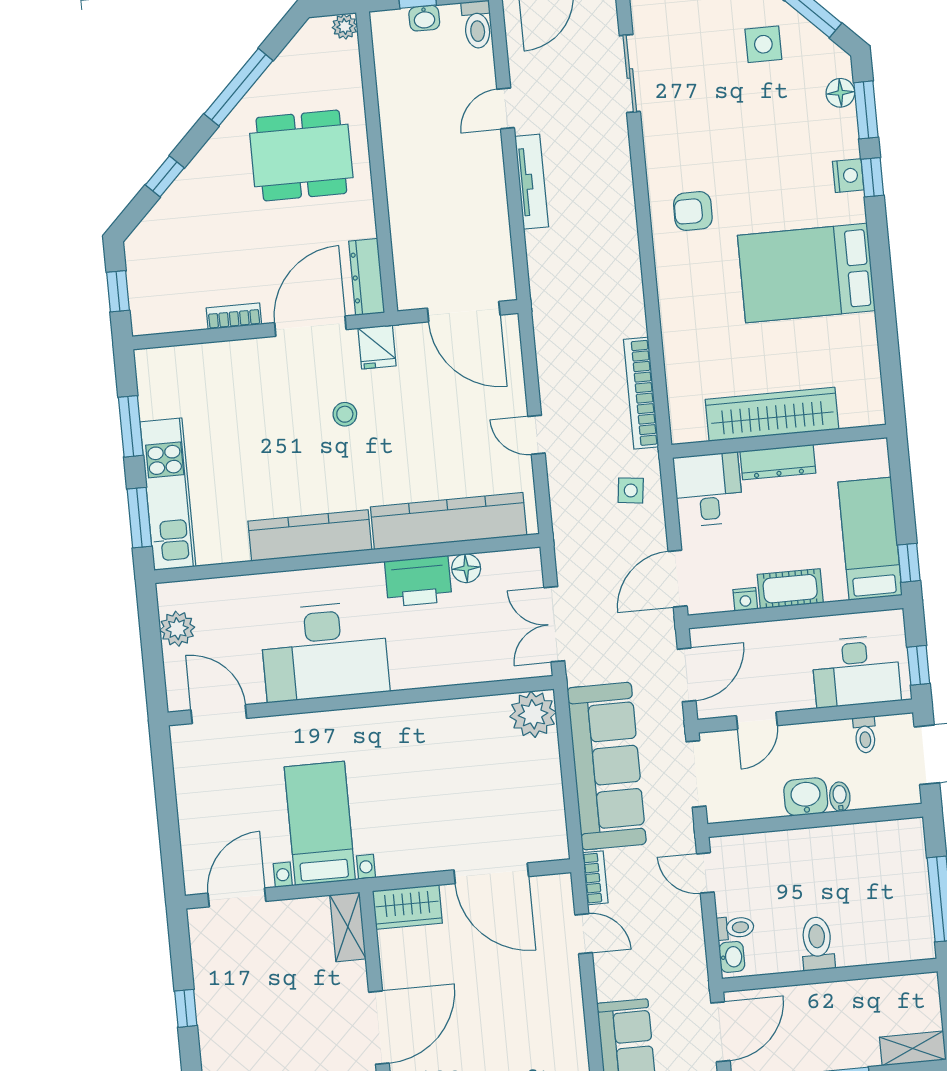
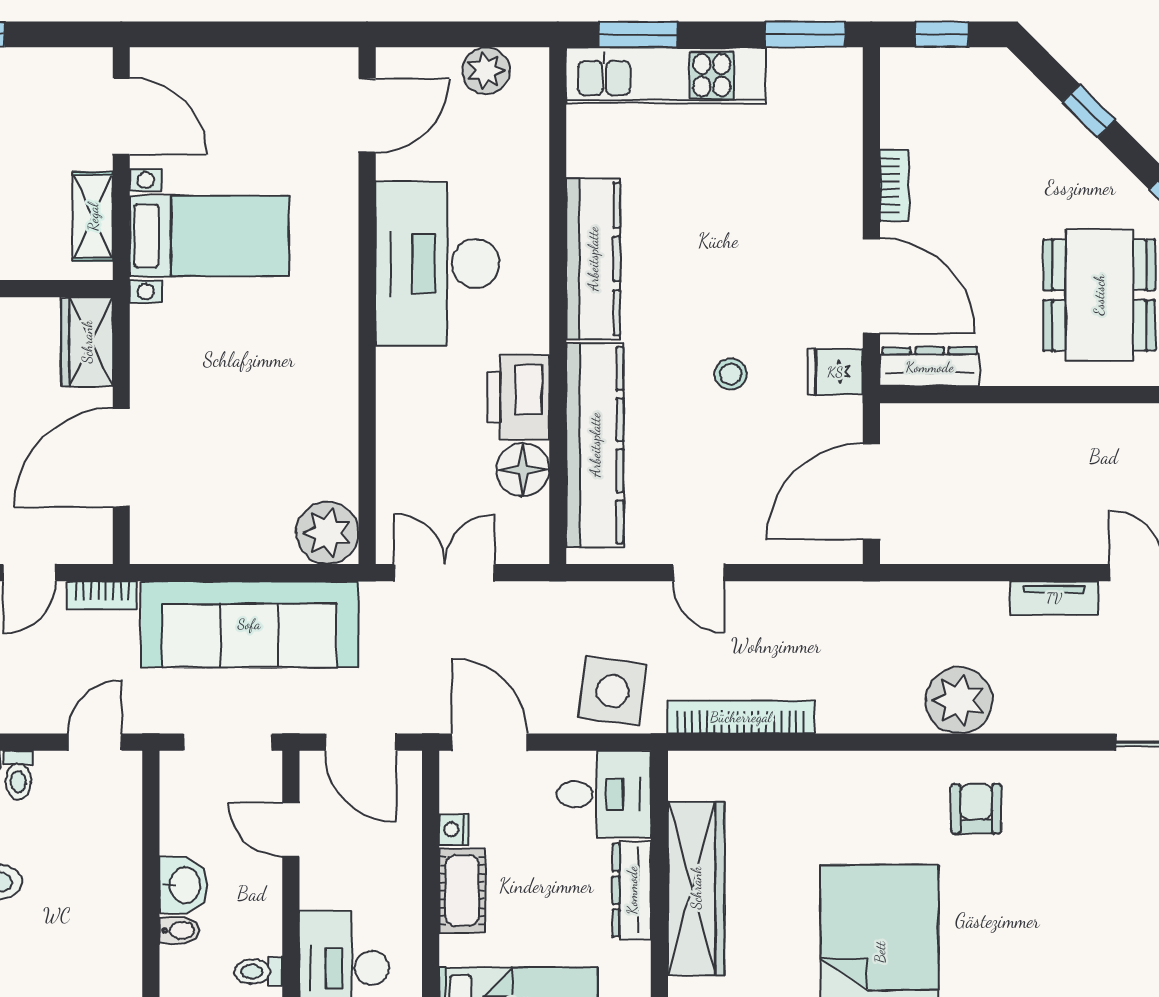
tv unit: (532, 182) -> (1054, 598), width x0.71
plant: (613, 232) -> (959, 700), added
stool: (345, 414) -> (731, 374), moved
window: (131, 426) -> (805, 34), moved
door: (536, 435) -> (699, 573), swing flipped
side table: (631, 490) -> (613, 691), width x1.87, depth x1.87
floor lamp: (466, 568) -> (523, 470), width x1.38, depth x1.38
shelving: (348, 927) -> (93, 217), moved, turned 90

